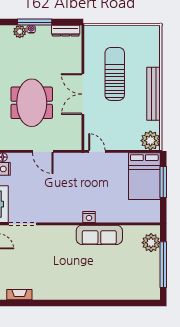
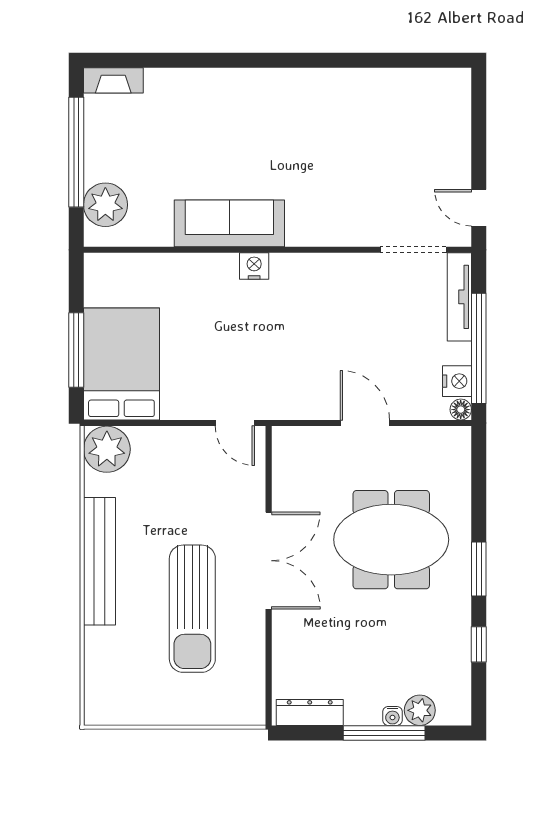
meeting table: (32, 103) -> (391, 540), turned 90
fireplace: (19, 295) -> (113, 80), moved

